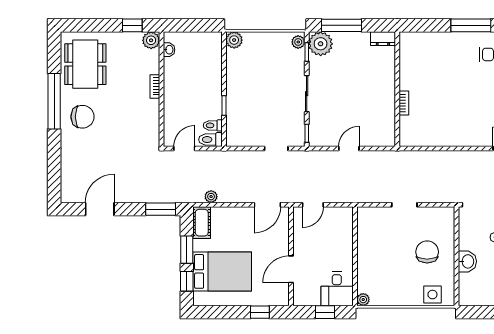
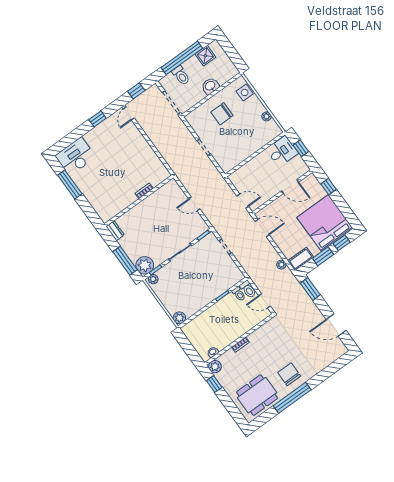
bed: (222, 271) -> (325, 223), width x1.36
plant: (363, 300) -> (267, 116), moved

